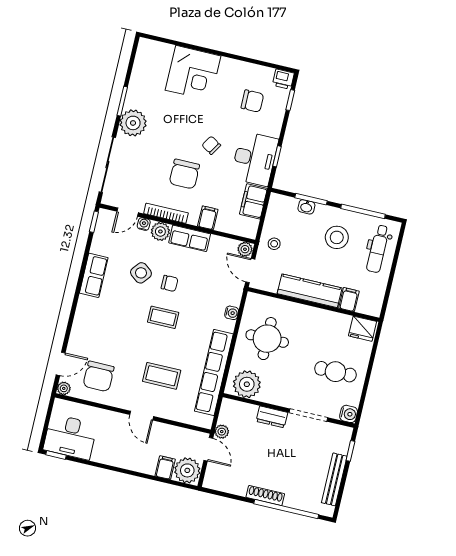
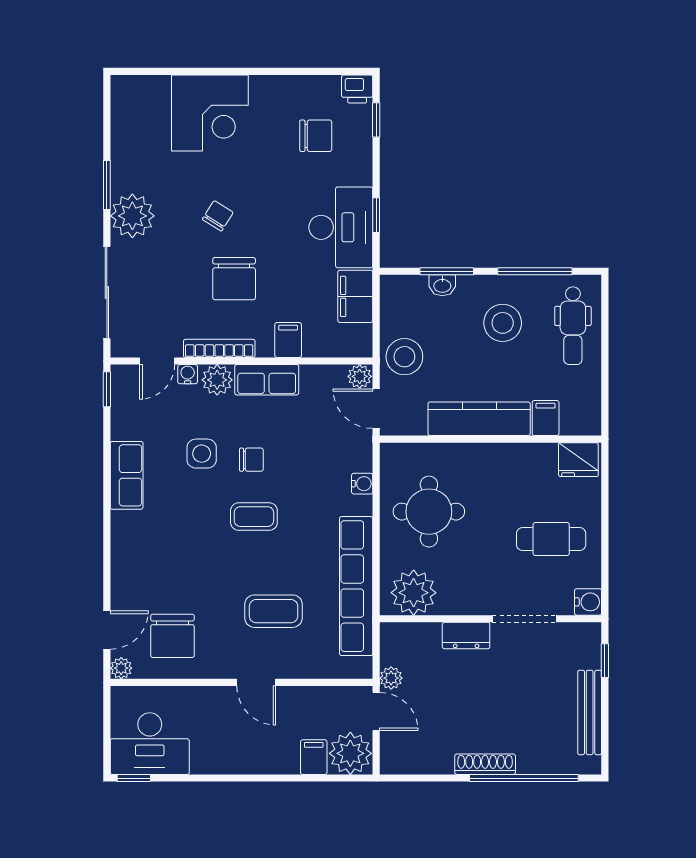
chair: (211, 145) -> (218, 216), moved, turned 90
stool: (274, 244) -> (404, 357), width x1.89, depth x1.89
side table: (141, 273) -> (202, 454), turned -38

